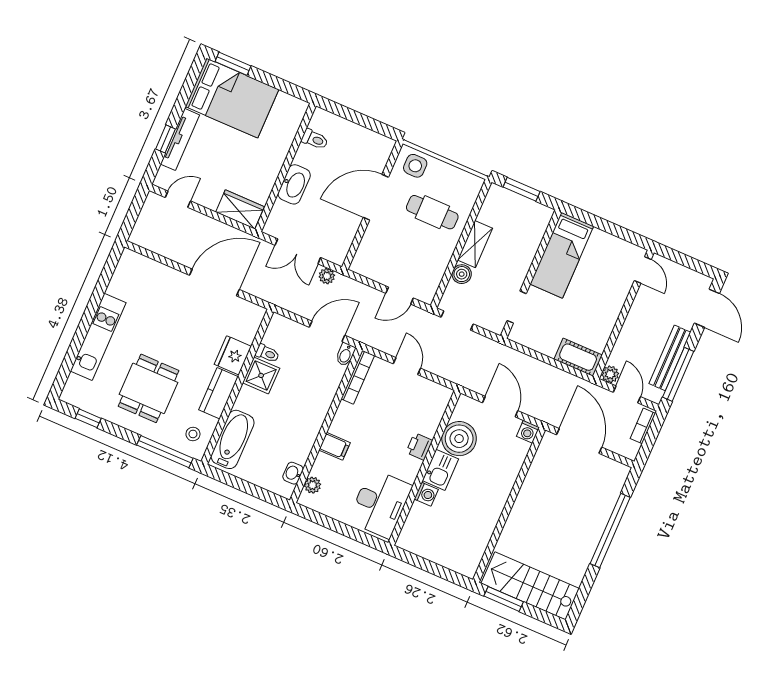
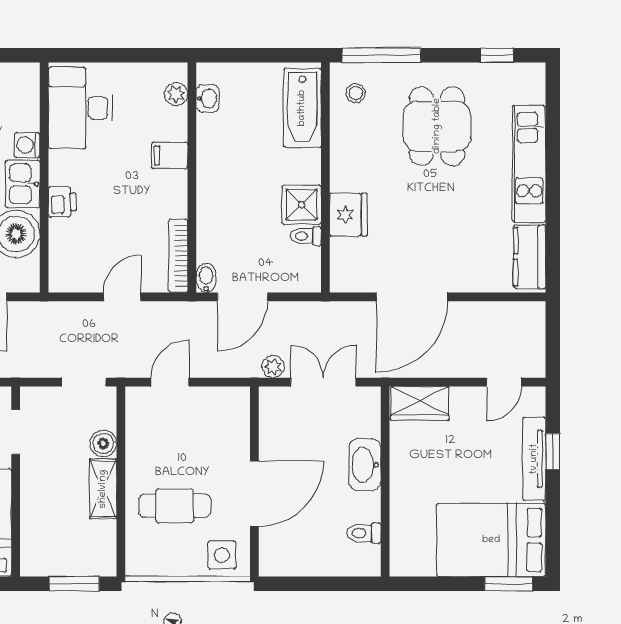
door: (407, 366) -> (122, 297), swing flipped
kitchen counter: (218, 393) -> (530, 257), moved, turned 180

